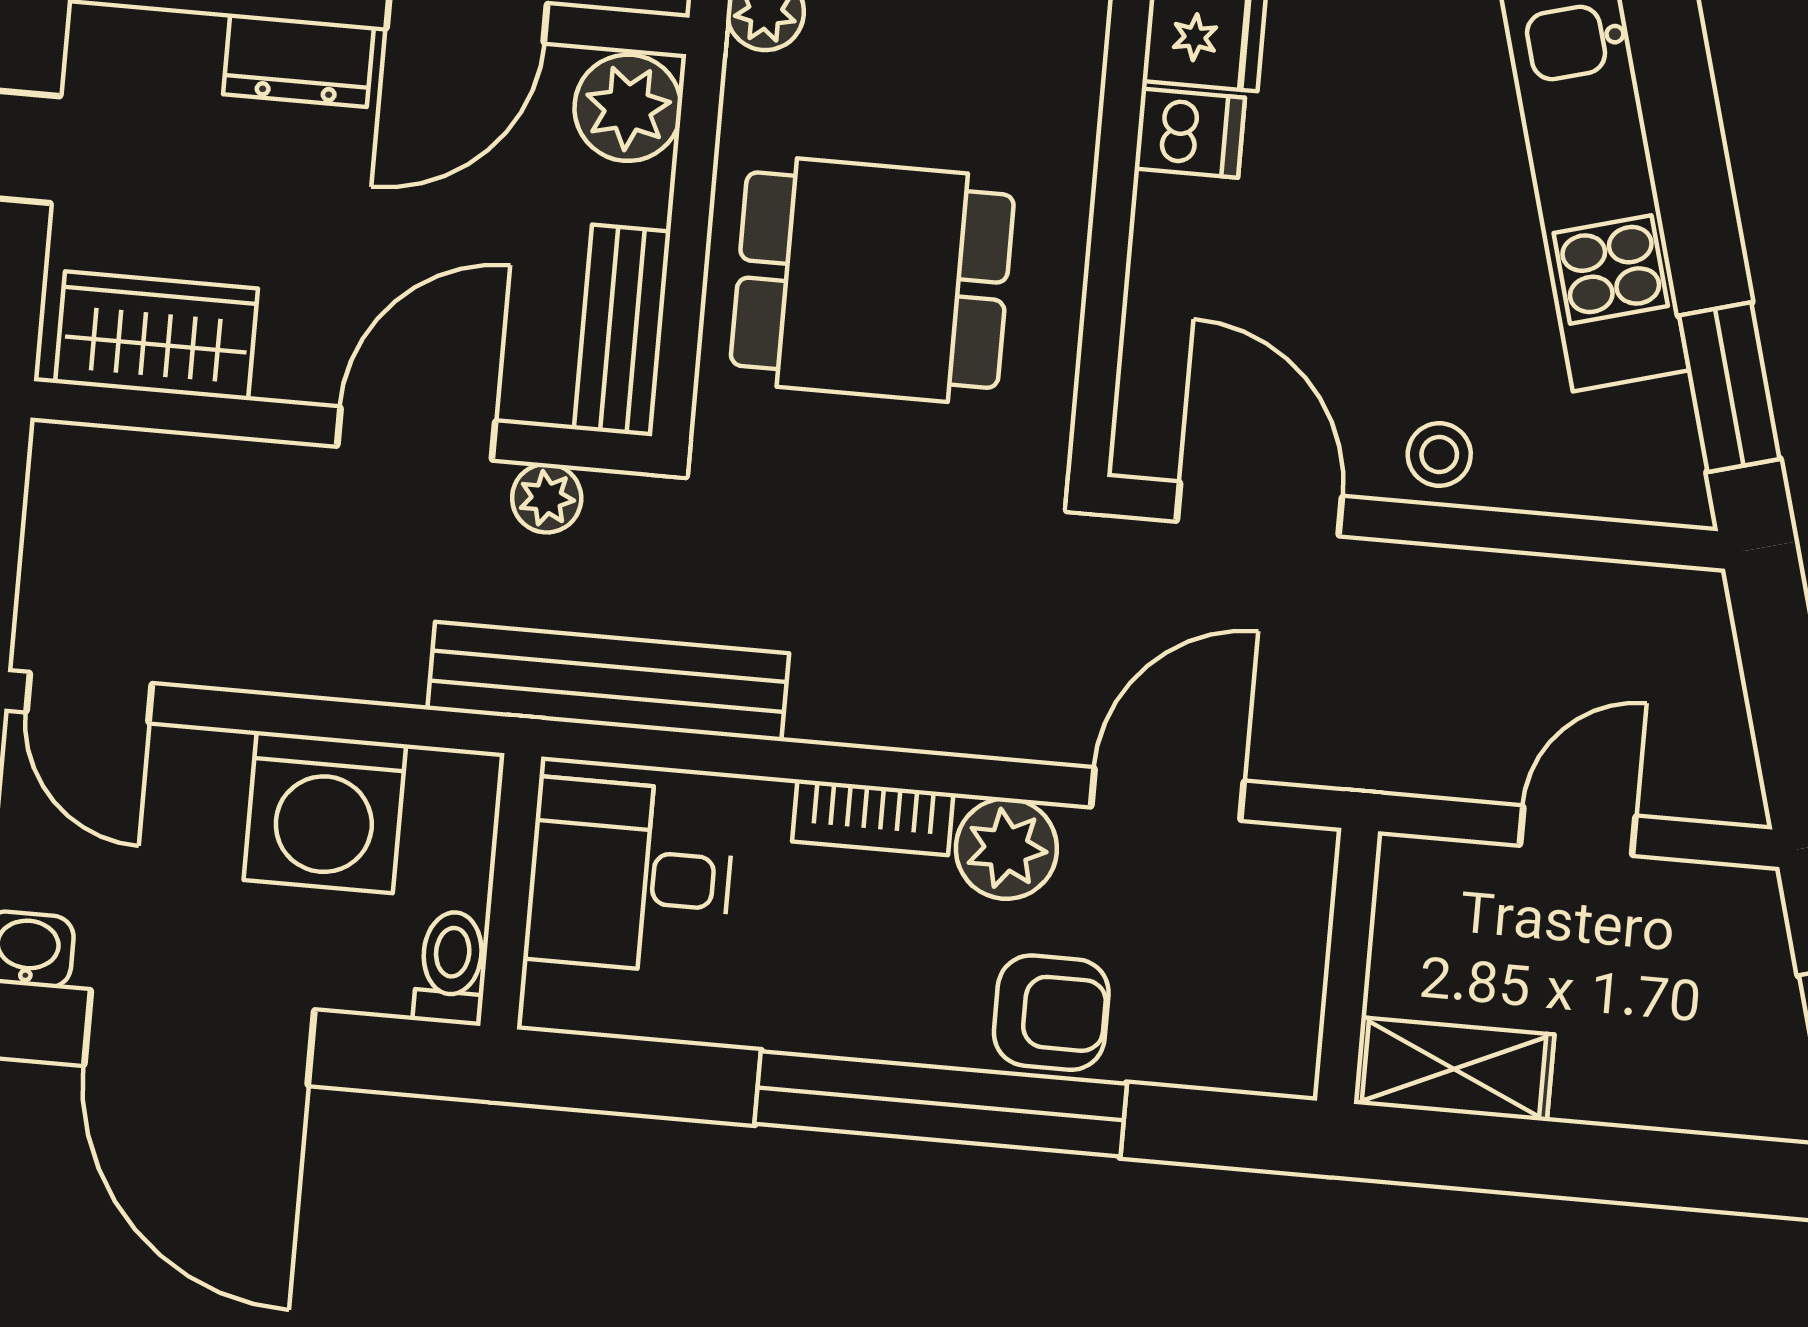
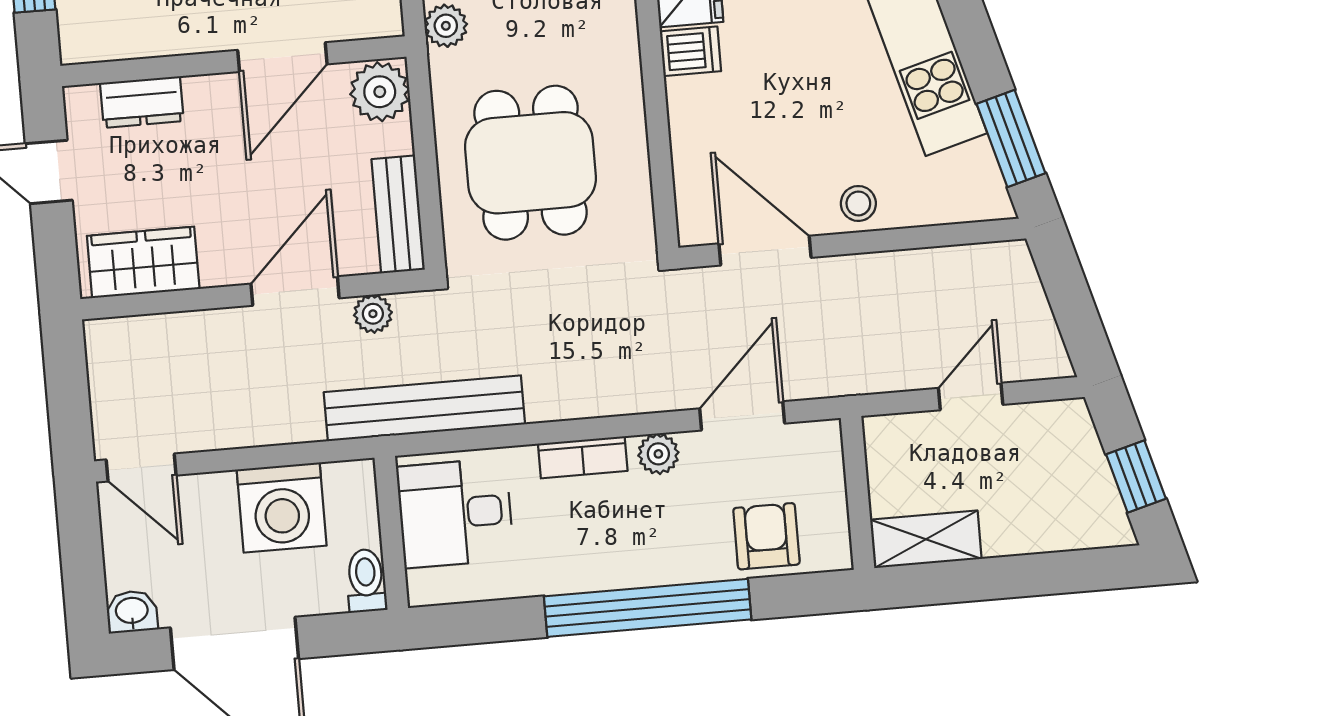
dresser: (298, 60) -> (142, 102), moved
dining table: (872, 280) -> (530, 163), turned 90
plant: (1006, 849) -> (658, 454), width x0.73, depth x0.73
armchair: (1051, 1013) -> (766, 536), moved, turned -90

